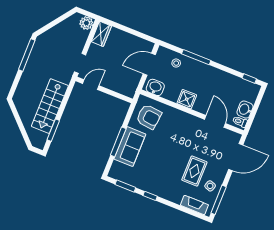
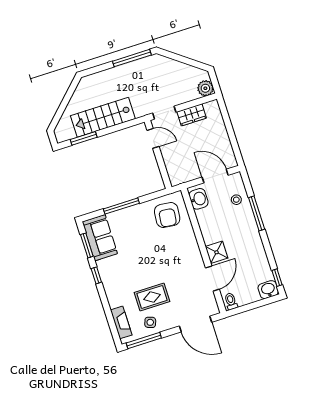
wardrobe: (101, 34) -> (192, 115), moved
shower: (187, 99) -> (217, 252), moved
washbasin: (245, 110) -> (268, 290), moved
sofa: (130, 147) -> (100, 238), moved, turned -90

